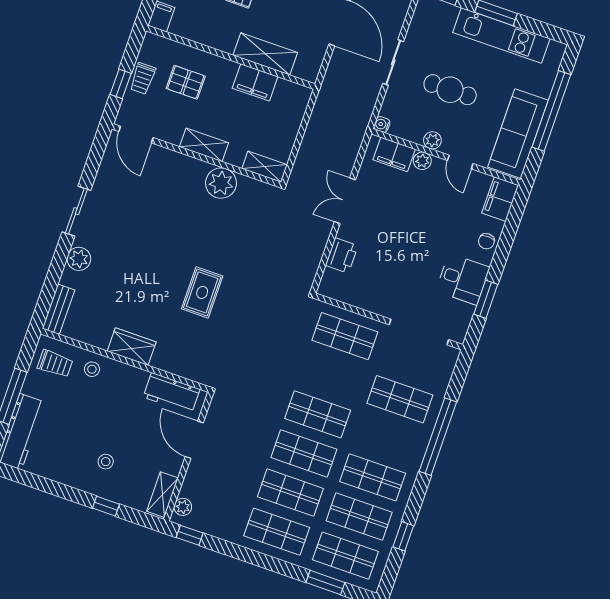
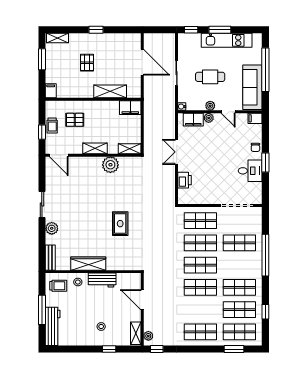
filing cabinet: (255, 82) -> (130, 108), moved
filing cabinet: (500, 199) -> (255, 118), width x0.50
window: (486, 299) -> (265, 162), moved
wardrobe: (132, 347) -> (88, 264), width x1.50
workbench: (171, 393) -> (102, 280), moved
shop shelf: (290, 493) -> (200, 243), moved

